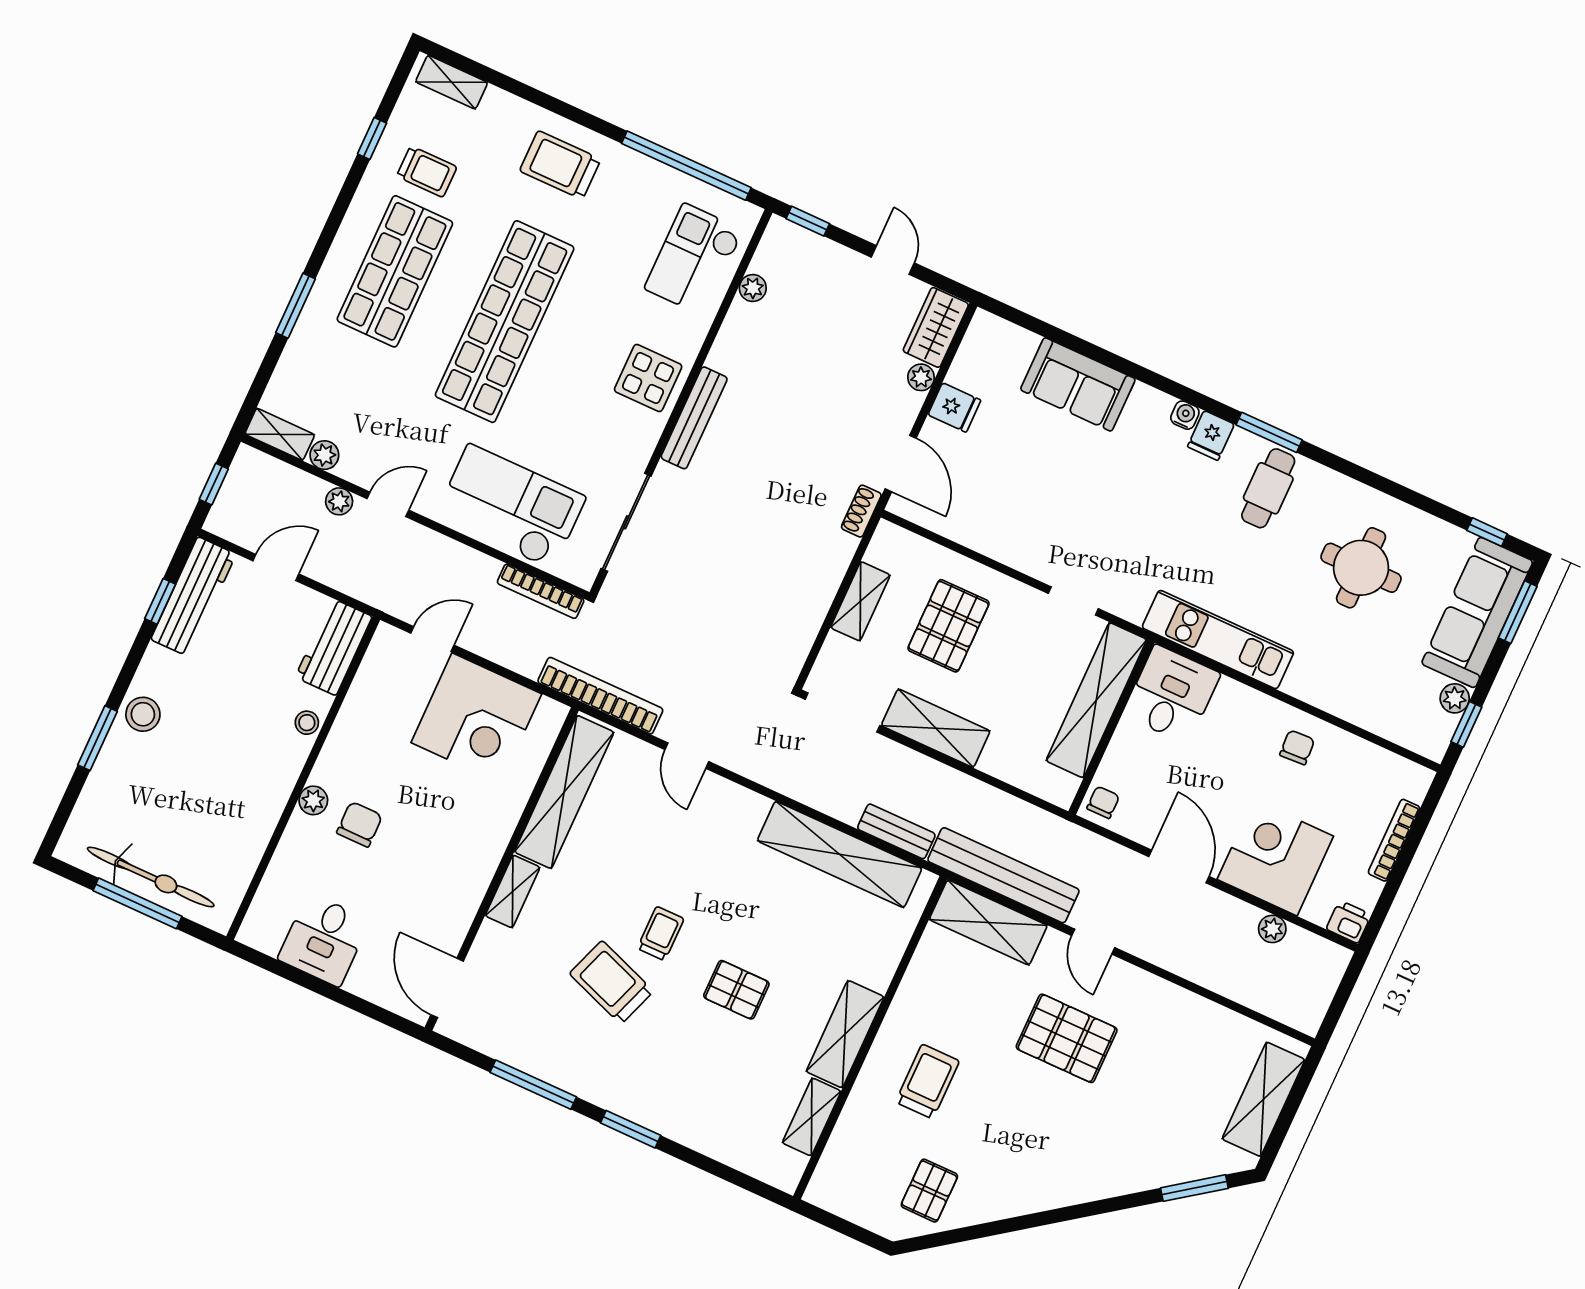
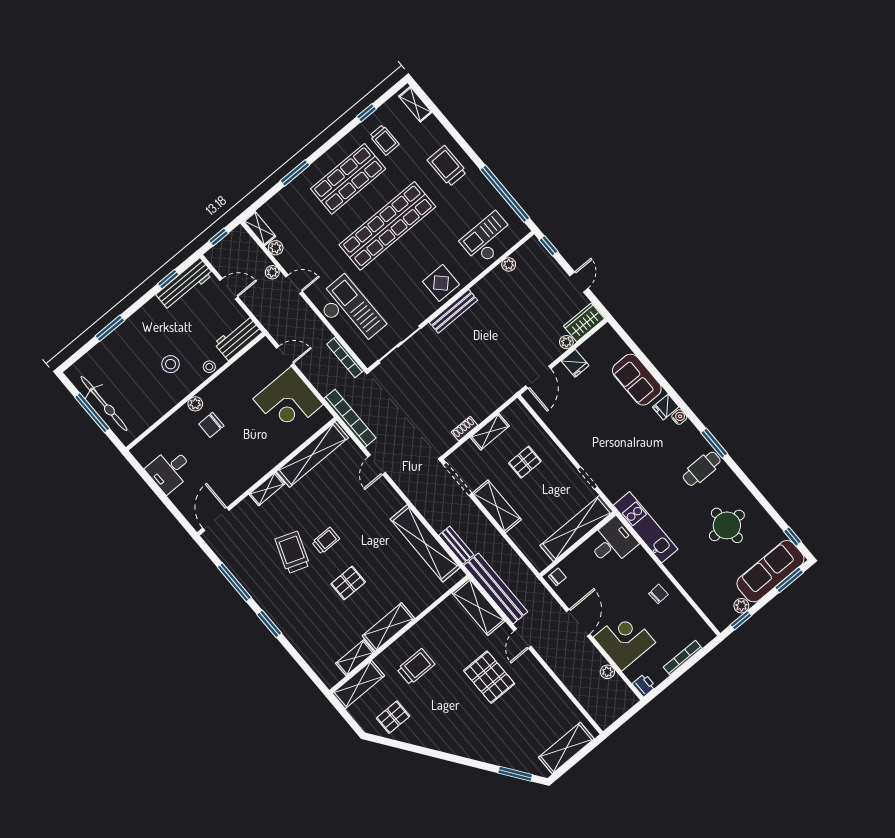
fridge: (1211, 435) -> (666, 407), moved
shoe rack: (861, 511) -> (464, 429), moved
pallet: (948, 626) -> (525, 462), width x0.67, depth x0.71
stool: (143, 714) -> (171, 364), moved
chair: (360, 824) -> (211, 425), turned 180
pallet: (736, 990) -> (348, 583), turned 90
shelving: (840, 1162) -> (358, 685), added

